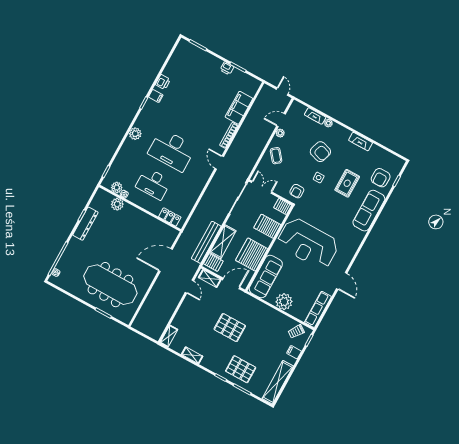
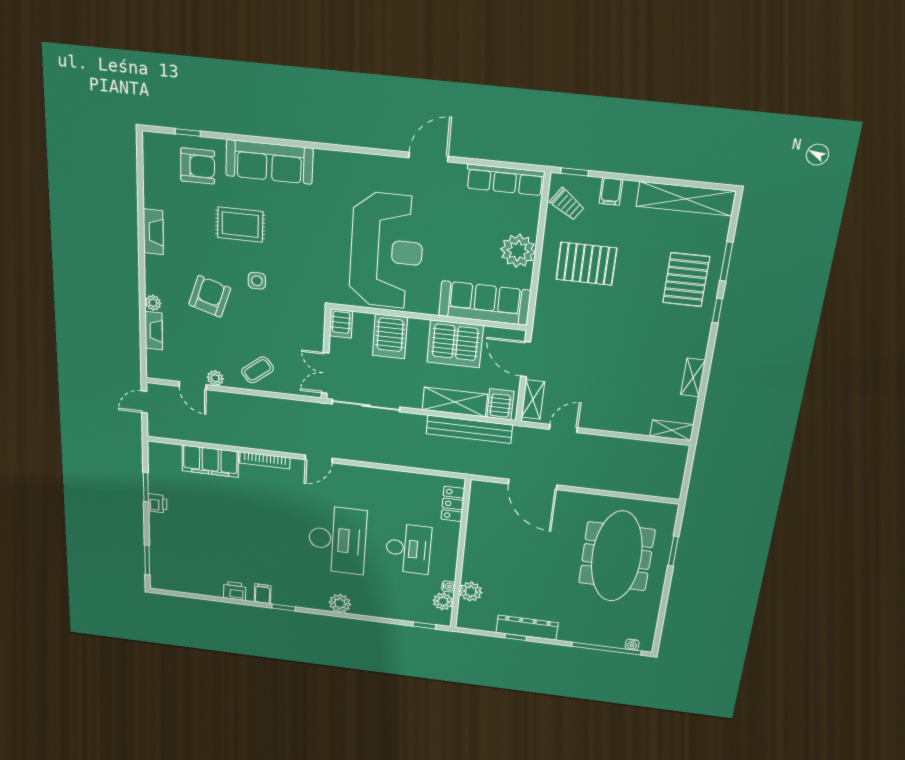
armchair: (297, 191) -> (301, 310), removed
pallet: (230, 328) -> (586, 264), moved, turned 90

